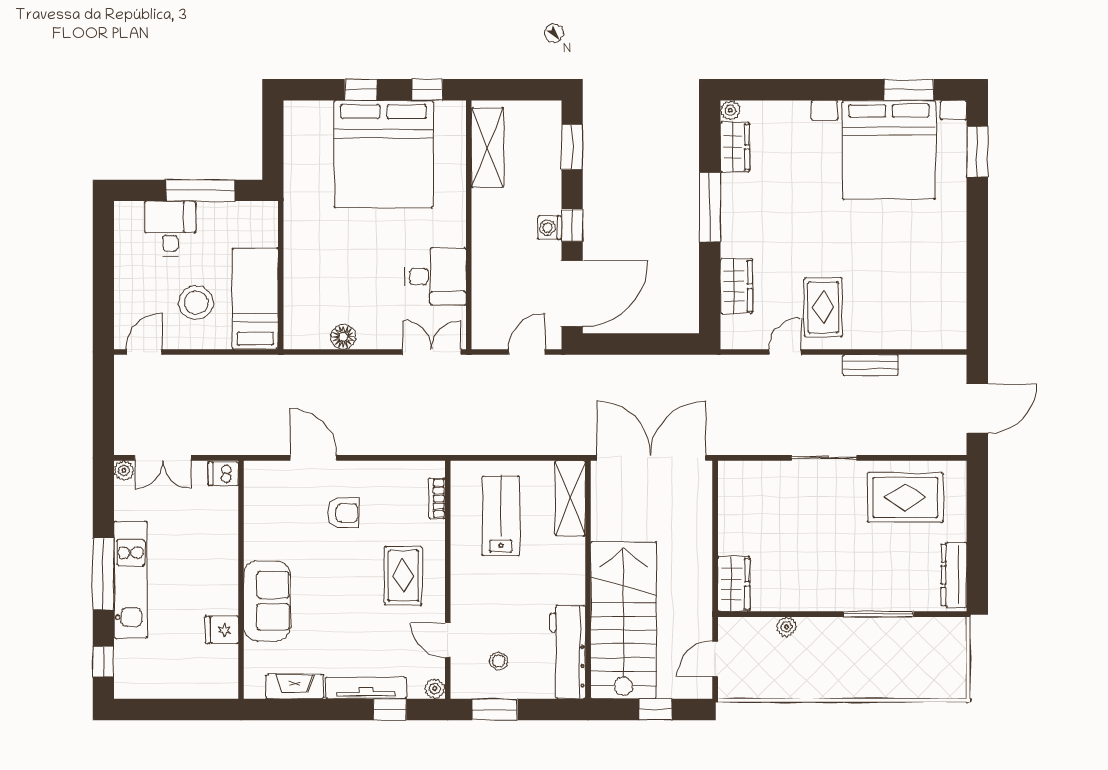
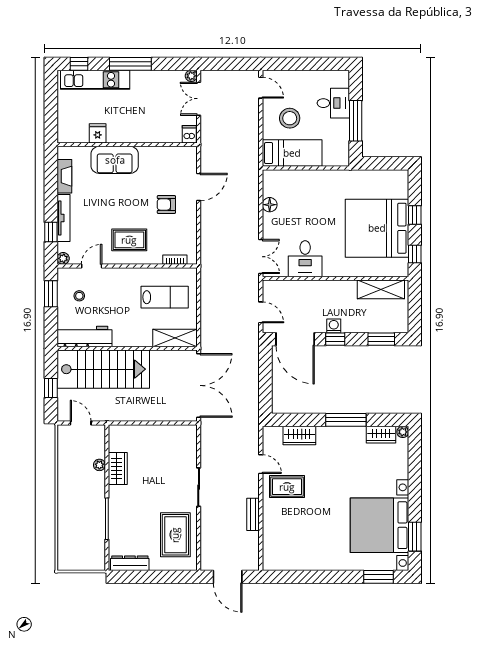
armchair: (343, 513) -> (166, 204), turned 90
kitchen unit: (130, 580) -> (95, 80), moved
wardrobe: (734, 584) -> (118, 469), moved, turned -90

